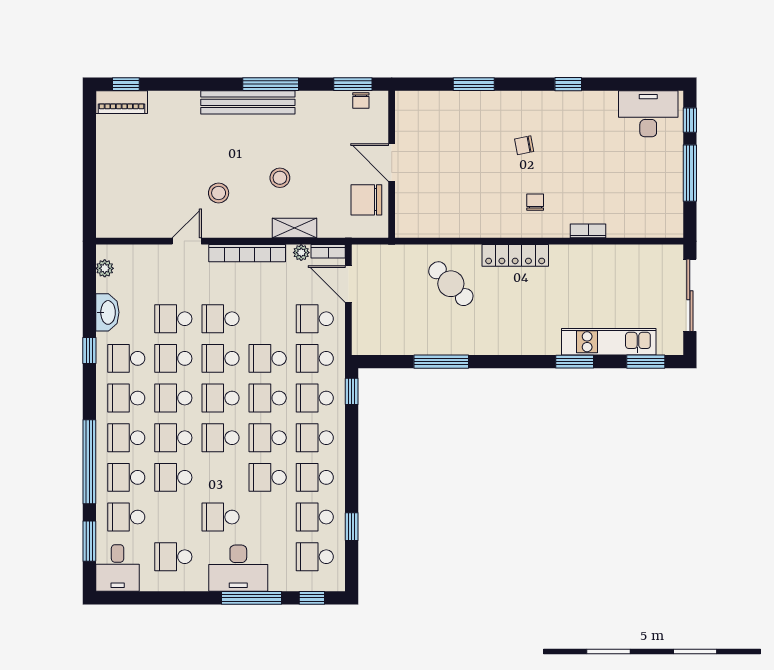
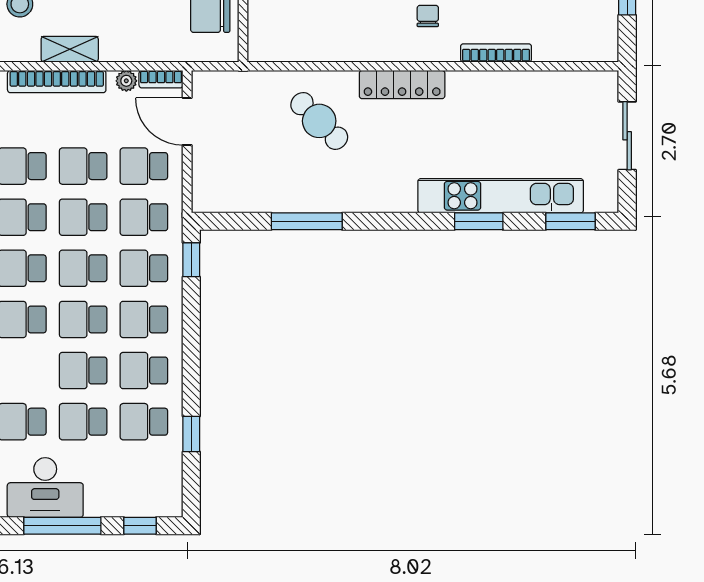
shelving: (294, 228) -> (70, 49), moved
bookcase: (588, 231) -> (496, 53), width x1.56
sliding door: (690, 295) -> (627, 136), width x0.73
school desk: (268, 319) -> (83, 166), added
kitchen unit: (609, 342) -> (501, 196), width x1.36
school desk: (315, 557) -> (83, 422), moved

